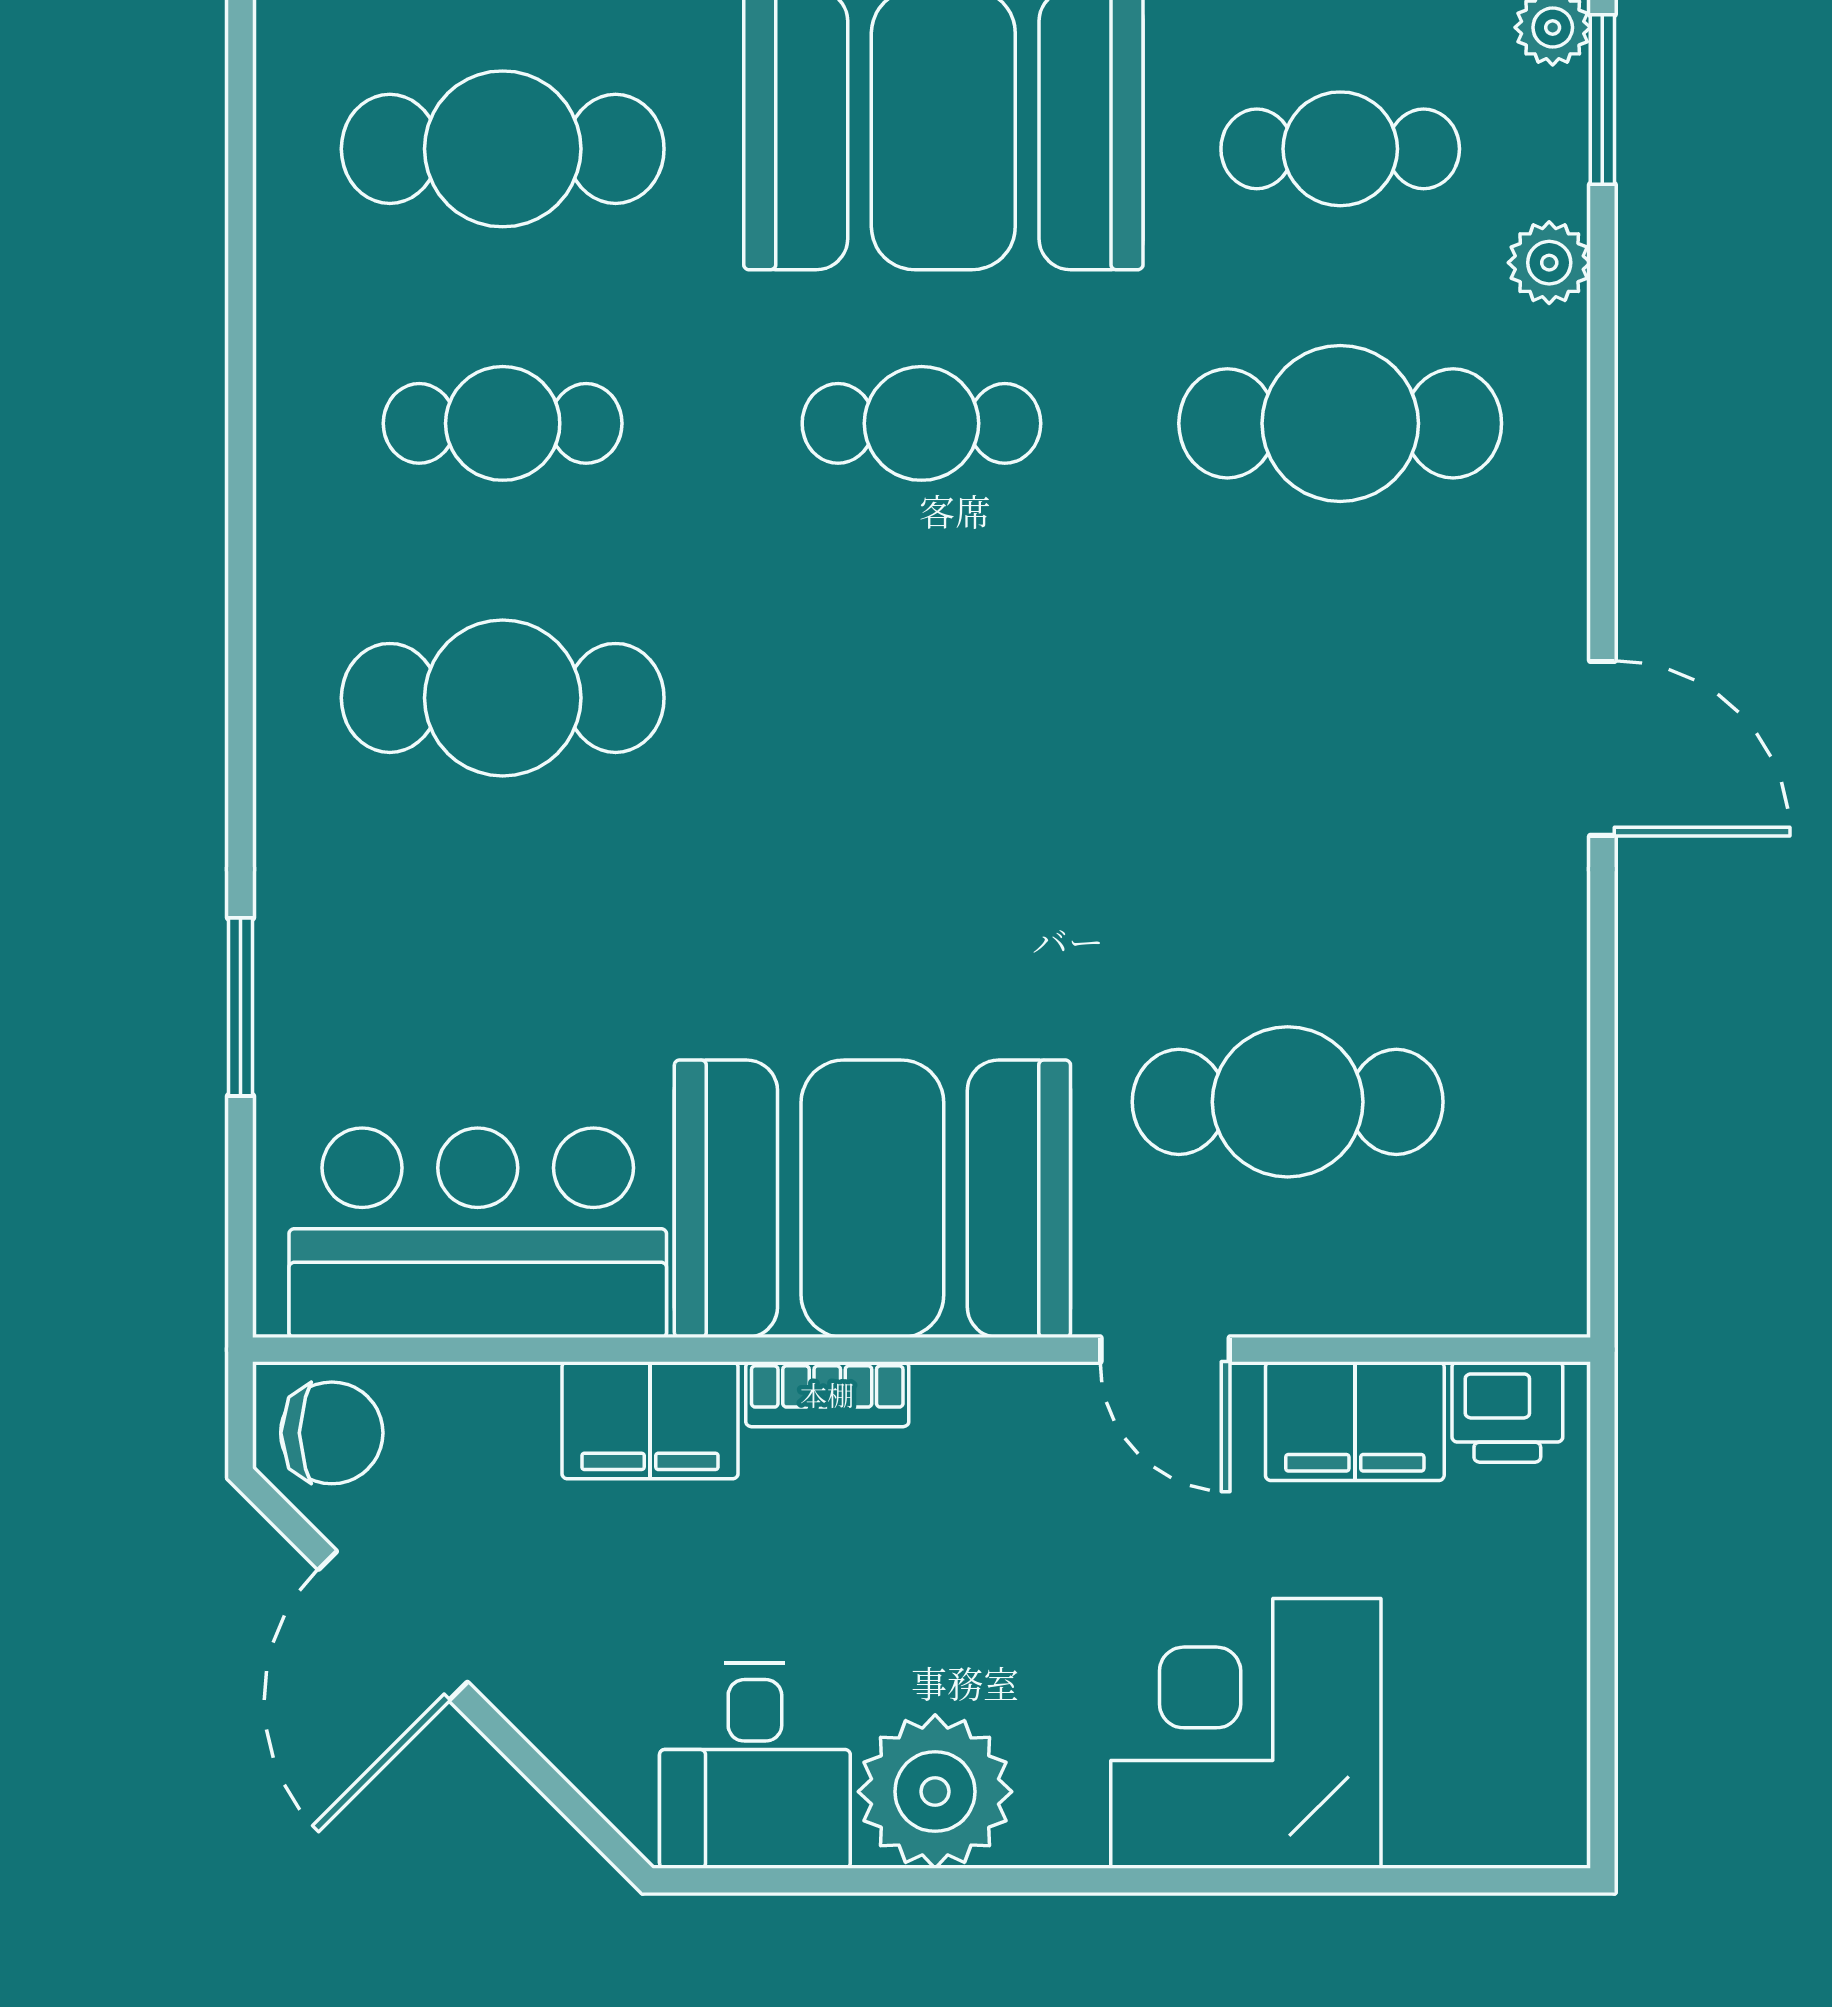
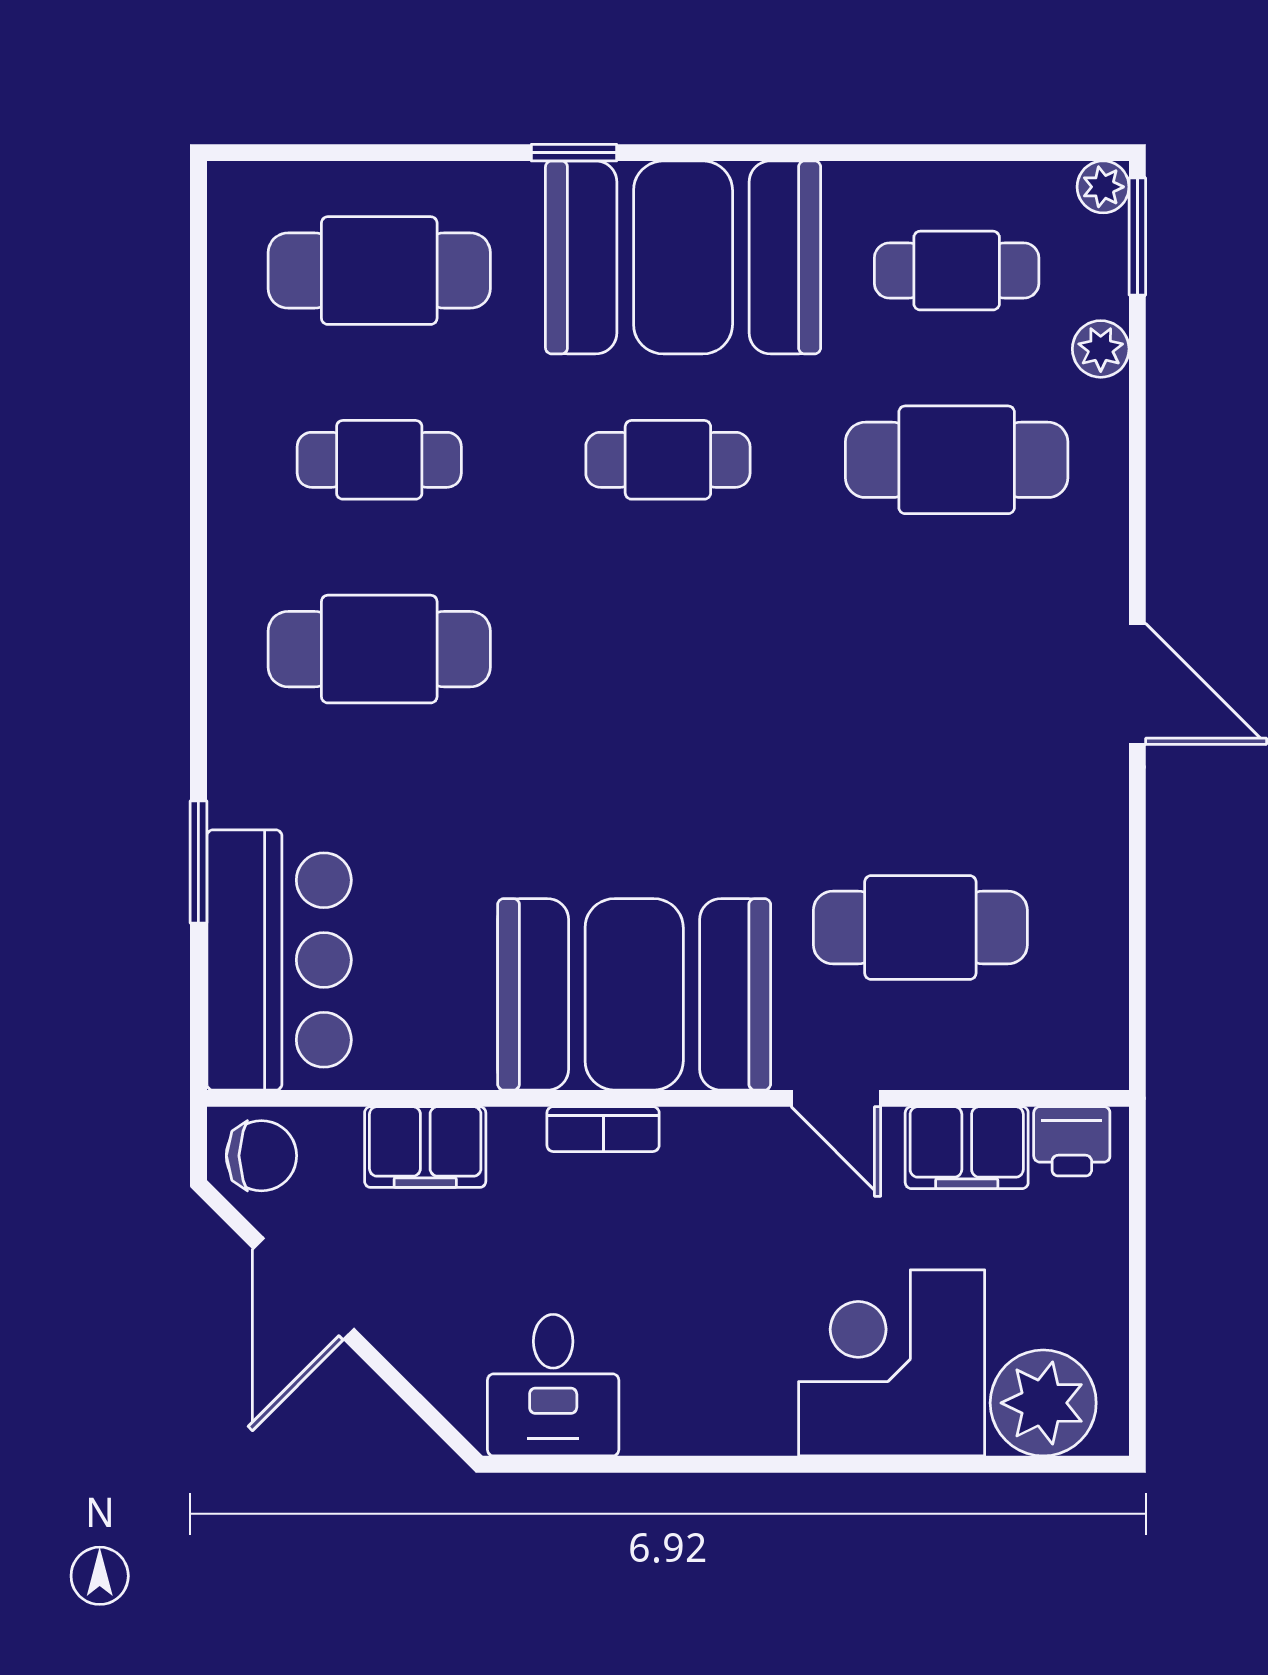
bar counter: (478, 1233) -> (279, 960), moved, turned 90
filing cabinet: (650, 1420) -> (425, 1147), moved
plant: (935, 1792) -> (1043, 1403), moved

